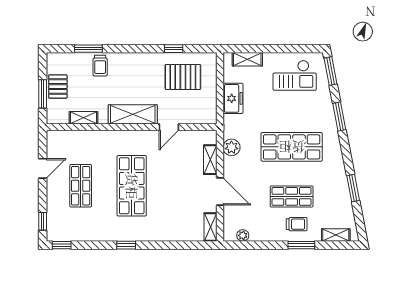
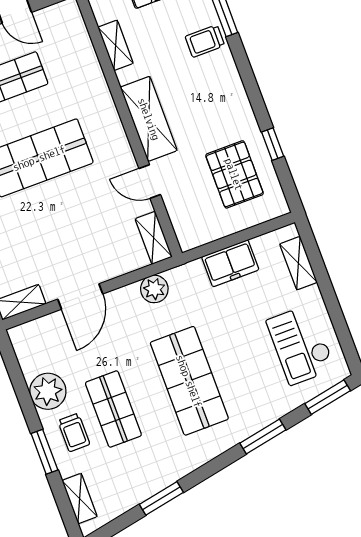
shelving: (210, 160) -> (154, 238), moved, turned 90
plant: (243, 235) -> (48, 391), moved, width x1.88, depth x1.88

